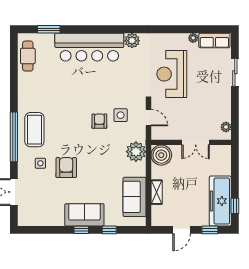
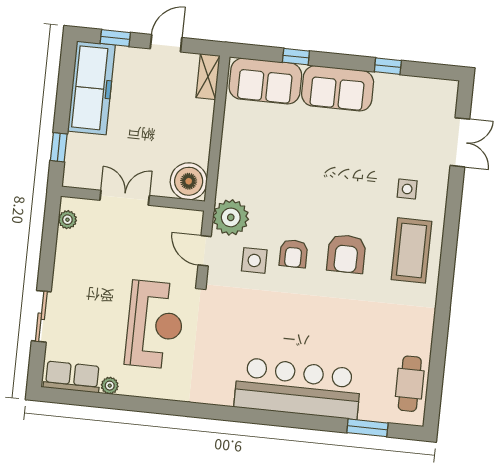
plant: (132, 41) -> (220, 392), removed
window: (14, 137) -> (450, 241), removed
plant: (136, 152) -> (231, 217), moved
armchair: (66, 168) -> (346, 254), moved
shelving: (157, 192) -> (208, 77), moved
sofa: (135, 197) -> (265, 81), moved, turned 90
window: (235, 206) -> (59, 147), moved
window: (81, 230) -> (388, 66), moved

